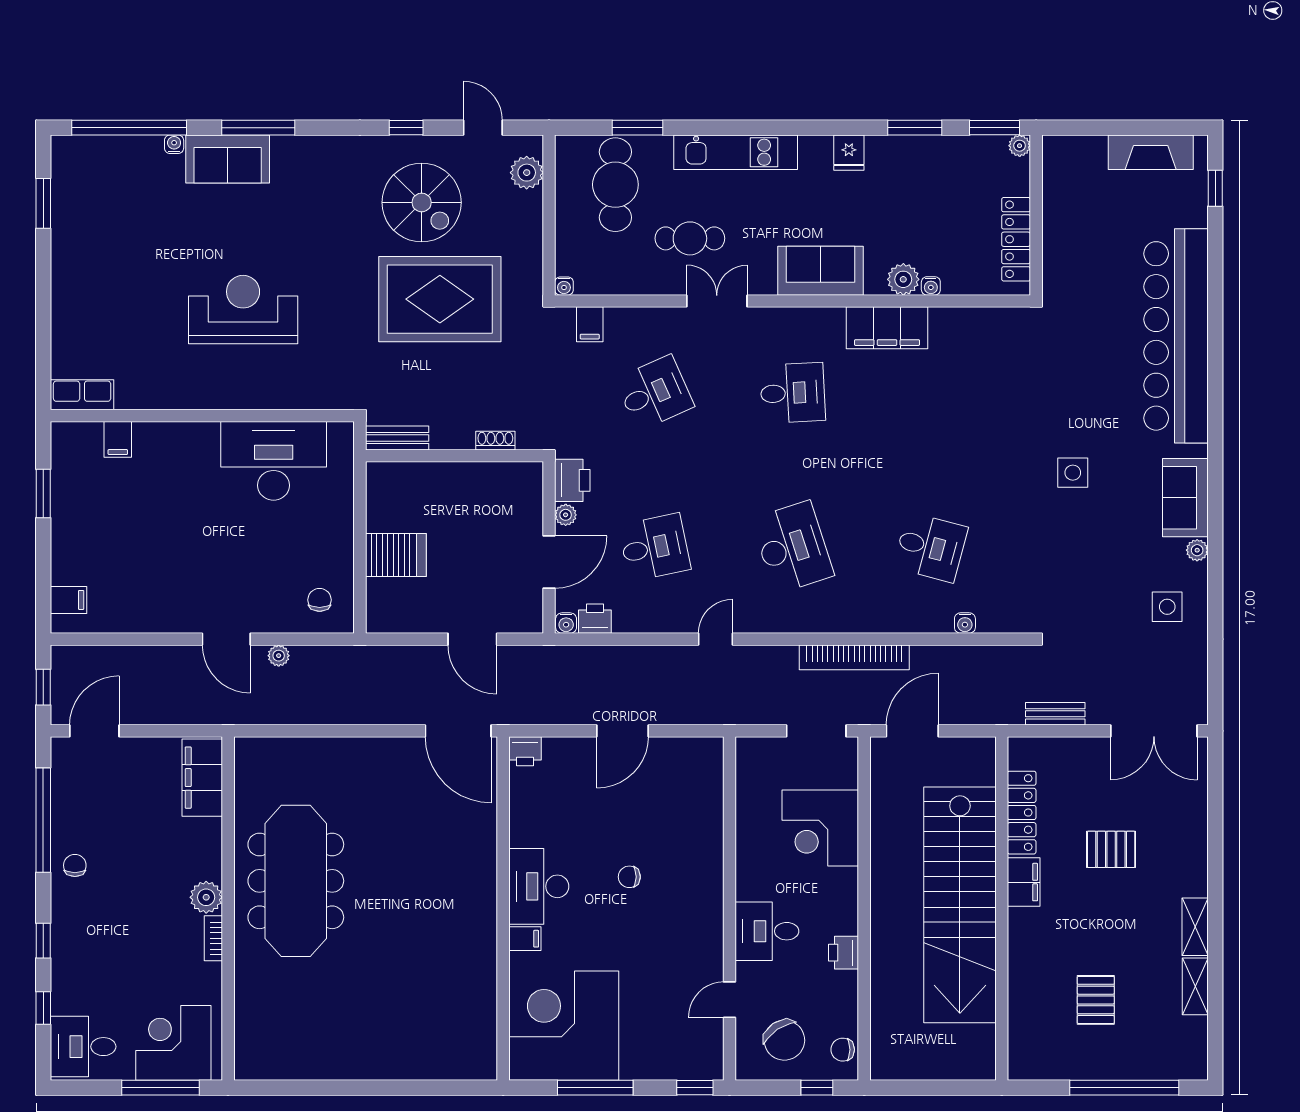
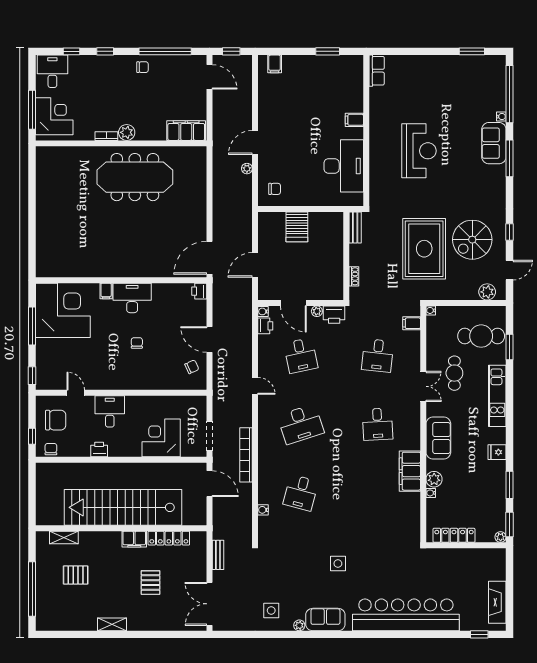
desk: (655, 393) -> (378, 355), turned 30
filing cabinet: (118, 439) -> (354, 120), moved
chair: (677, 766) -> (192, 367), added
shelving: (1195, 986) -> (64, 537), moved
chair: (784, 1040) -> (56, 420), turned -146

